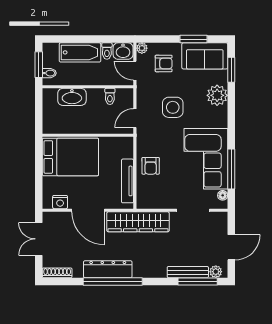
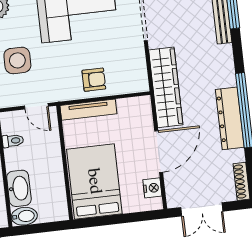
bidet: (49, 99) -> (24, 216), added
tv unit: (128, 181) -> (88, 110), moved

